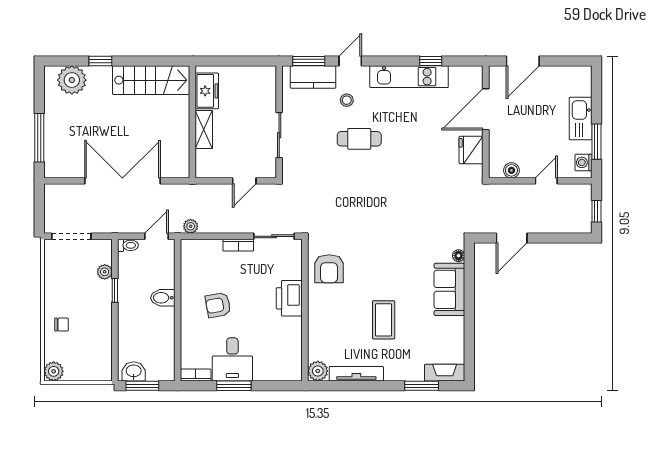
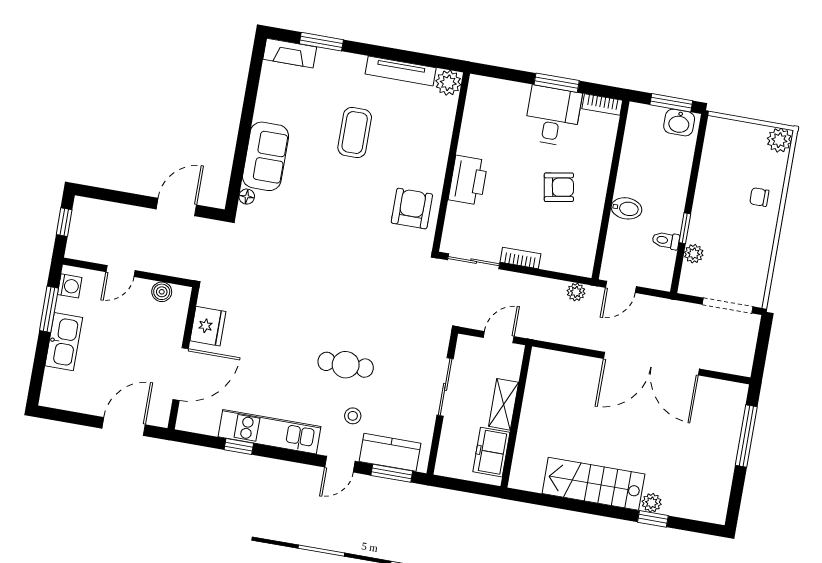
plant: (72, 80) -> (652, 503), moved, width x0.53, depth x0.53
freezer: (207, 91) -> (491, 452), moved
wall: (192, 122) -> (516, 416), moved
shelving: (204, 130) -> (504, 404), moved
toilet: (128, 245) -> (666, 240), moved

